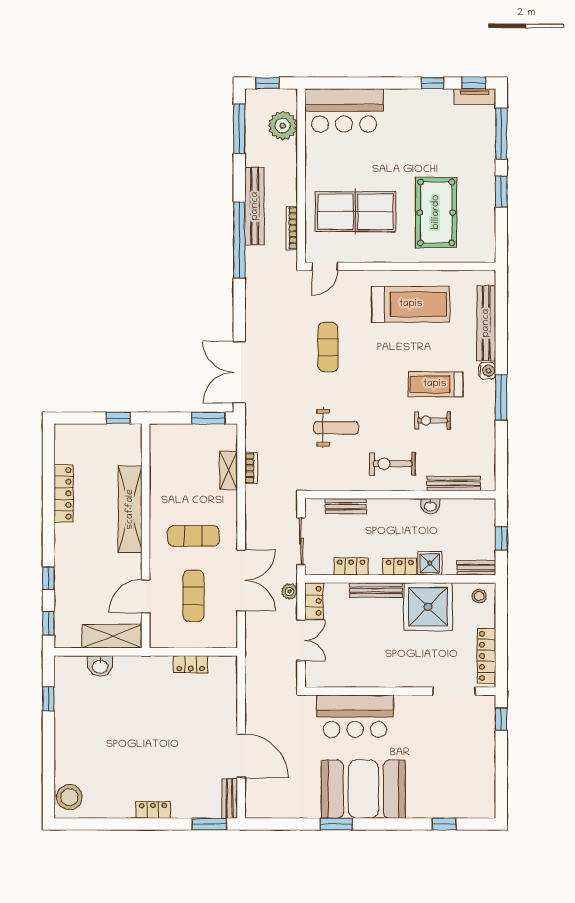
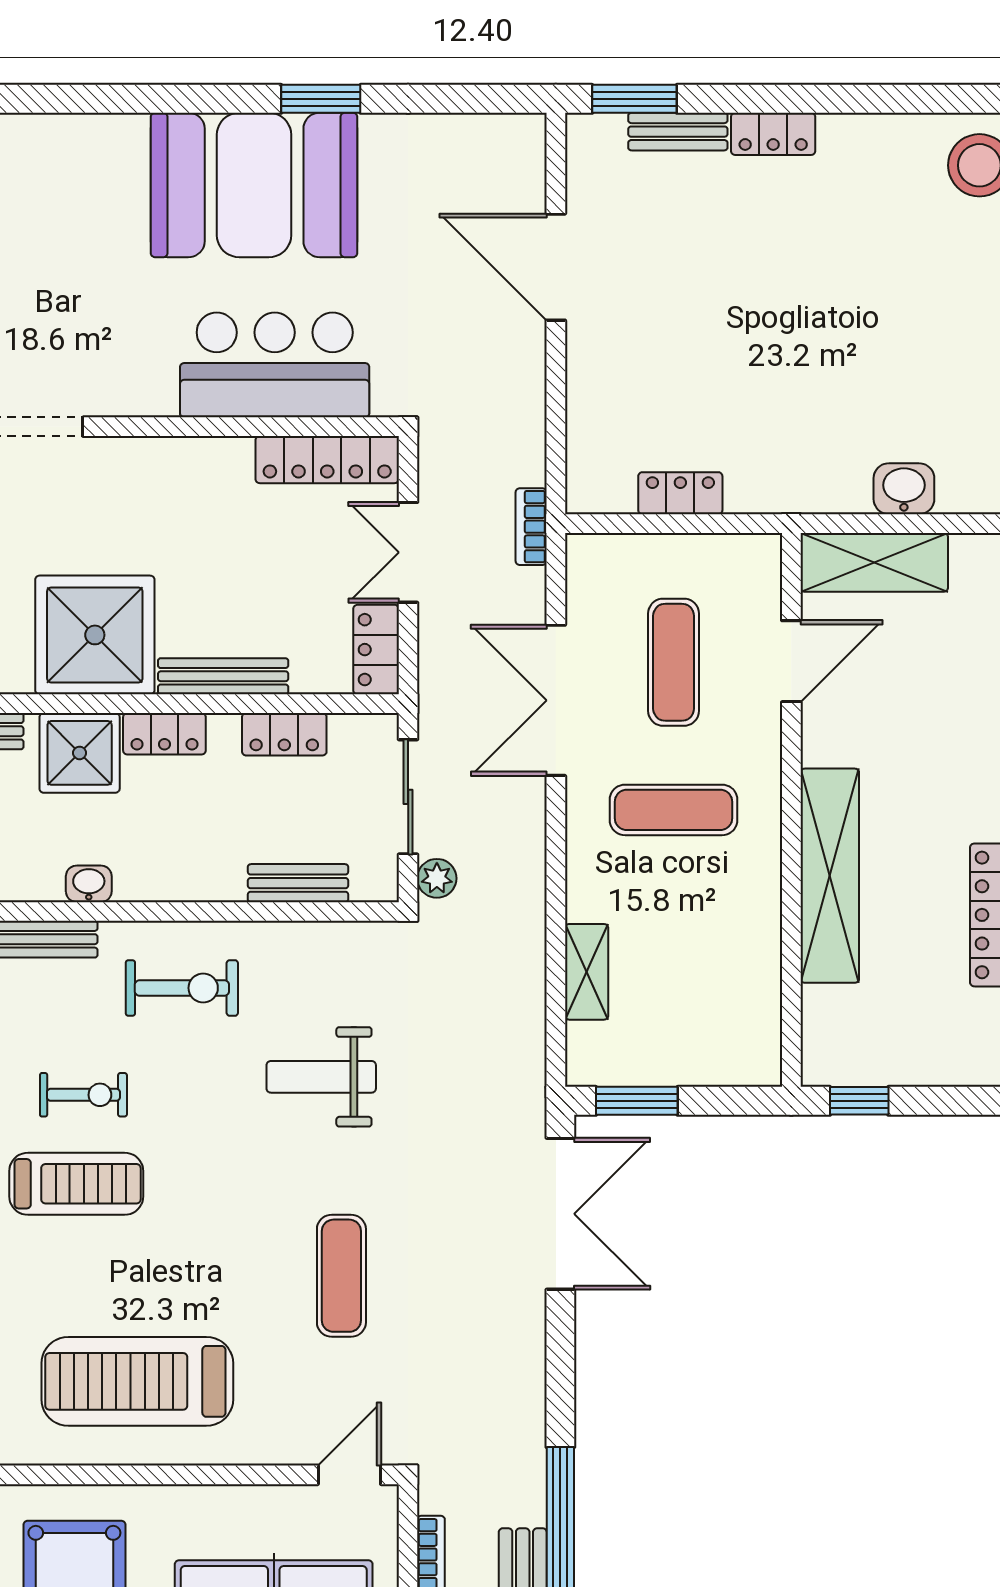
bookcase: (251, 468) -> (531, 527), moved
shower: (430, 563) -> (80, 753), width x1.36, depth x1.36
plant: (289, 591) -> (437, 878), moved
locker: (334, 678) -> (327, 460), added
bench: (230, 798) -> (678, 132), moved, turned 90
window: (444, 824) -> (55, 99), removed

